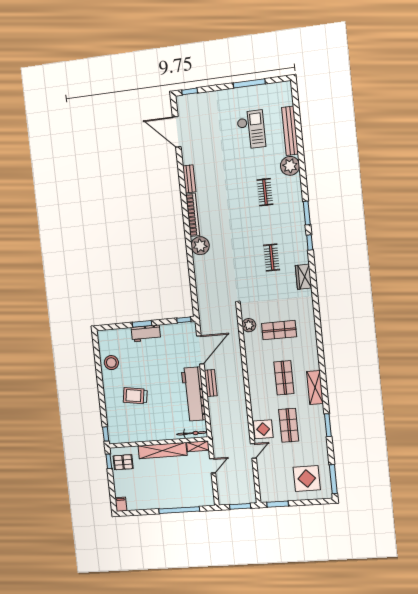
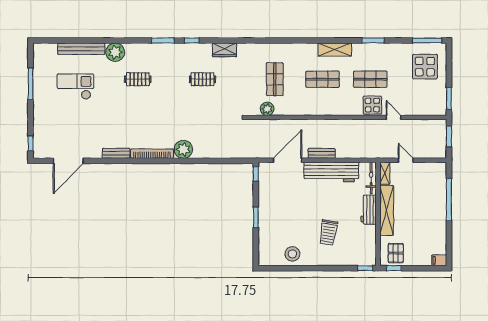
workbench: (146, 333) -> (369, 210), moved, turned 180
door: (200, 350) -> (287, 160), hinge flipped

